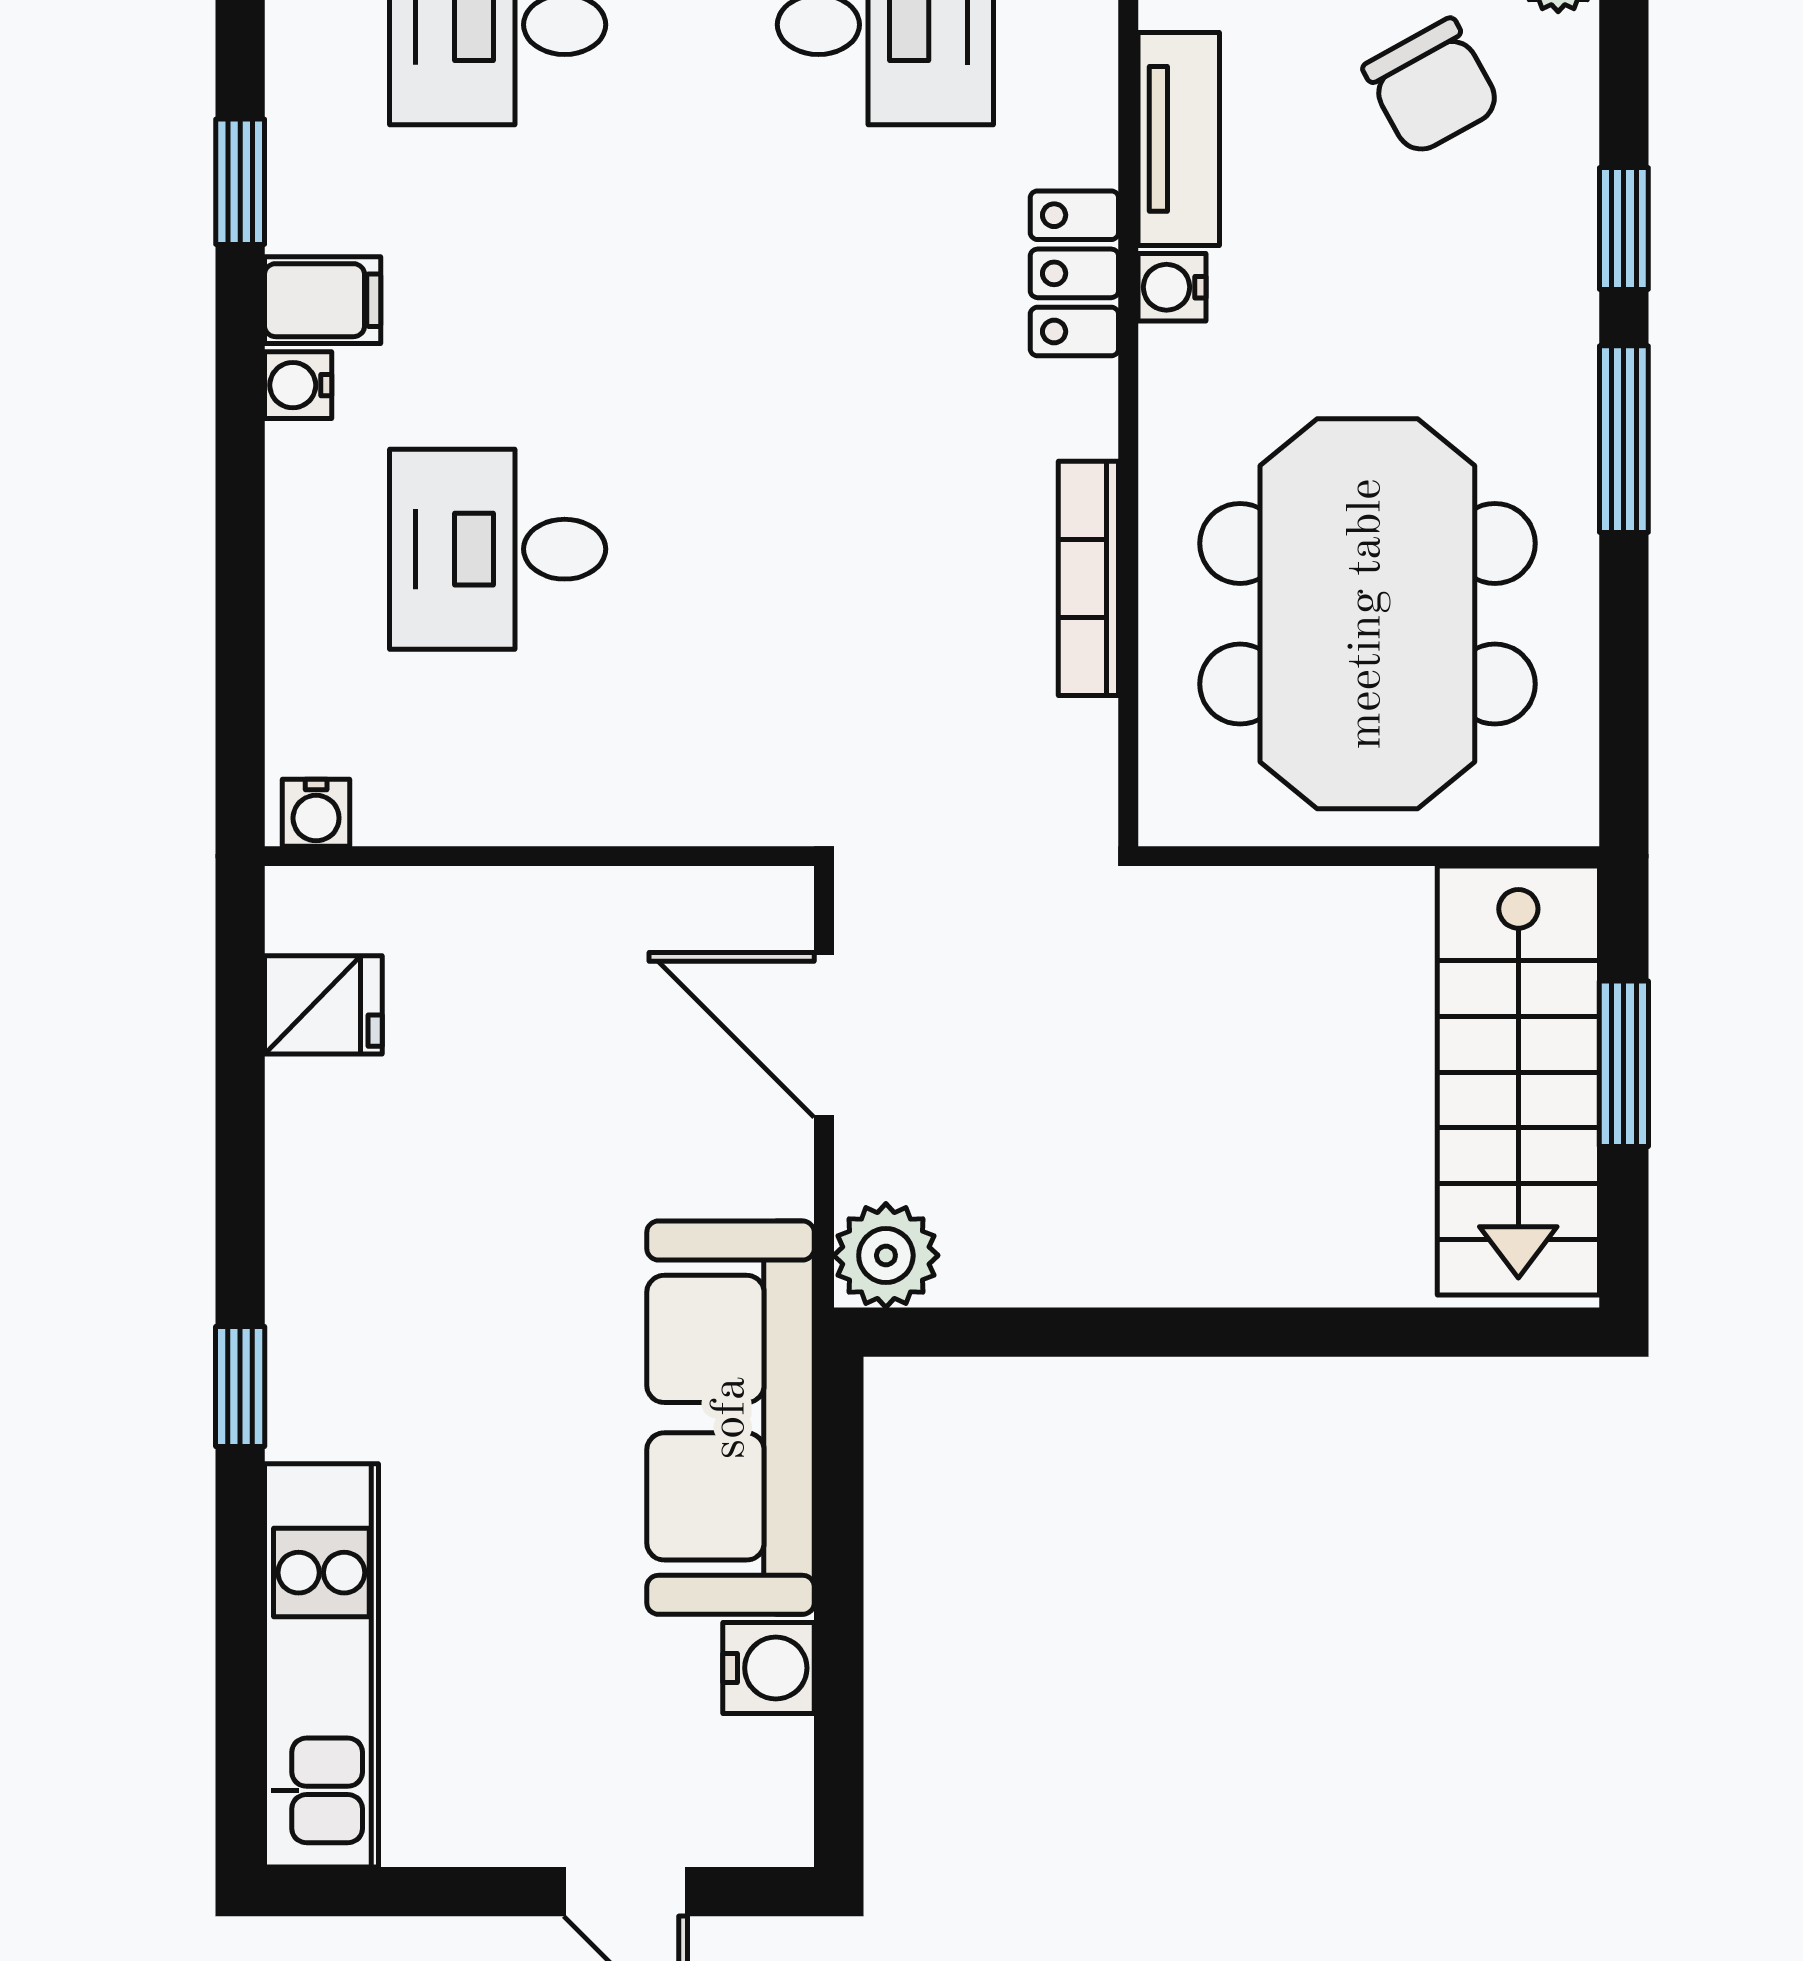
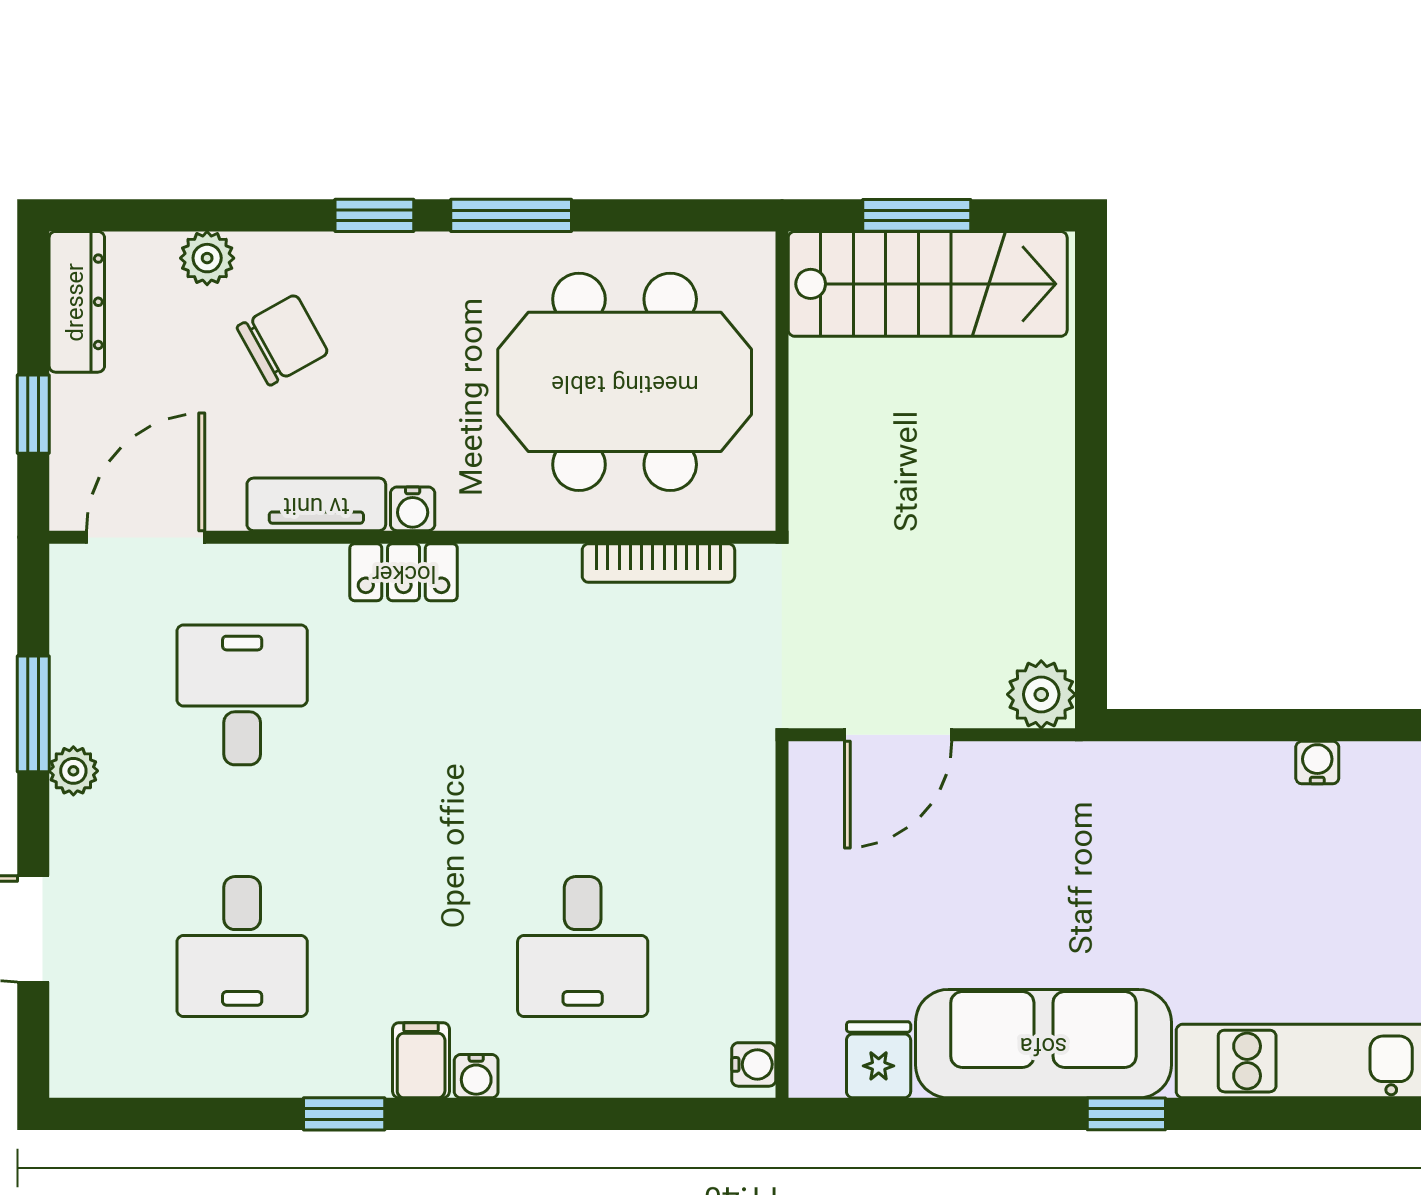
bookcase: (1088, 578) -> (658, 563), moved
sofa: (731, 1418) -> (1043, 1044), moved, turned 180
water cooler: (769, 1668) -> (1317, 763), width x0.72, depth x0.72

